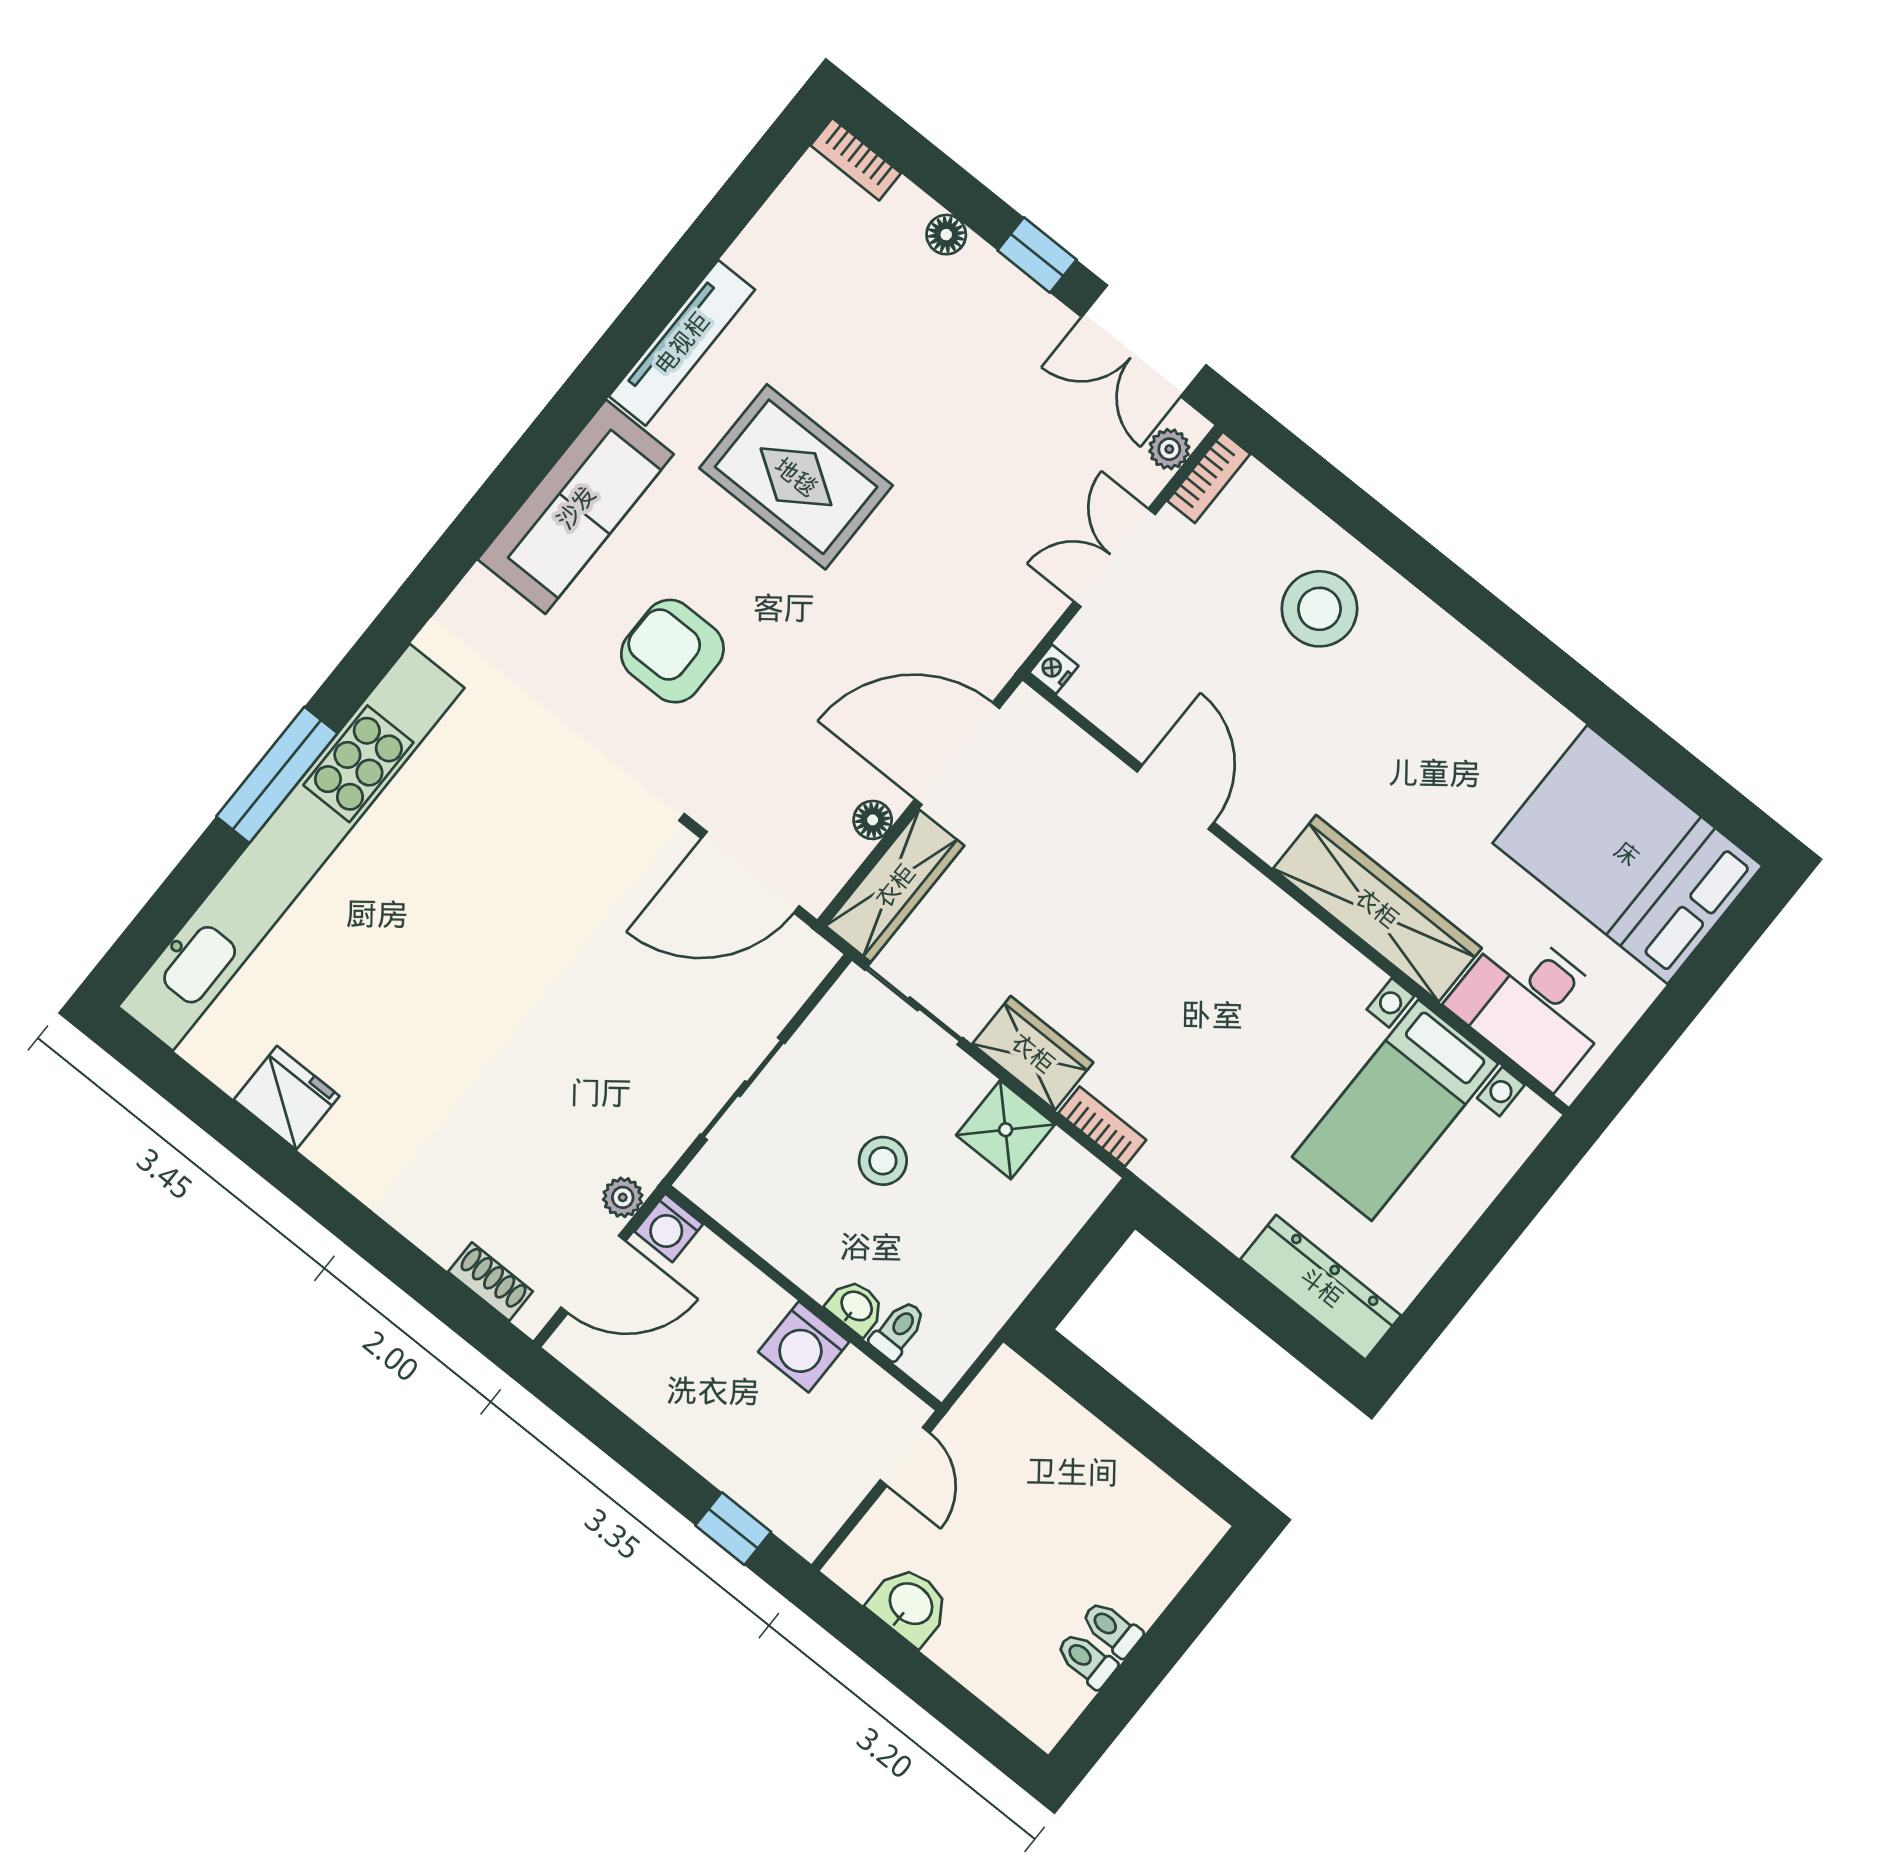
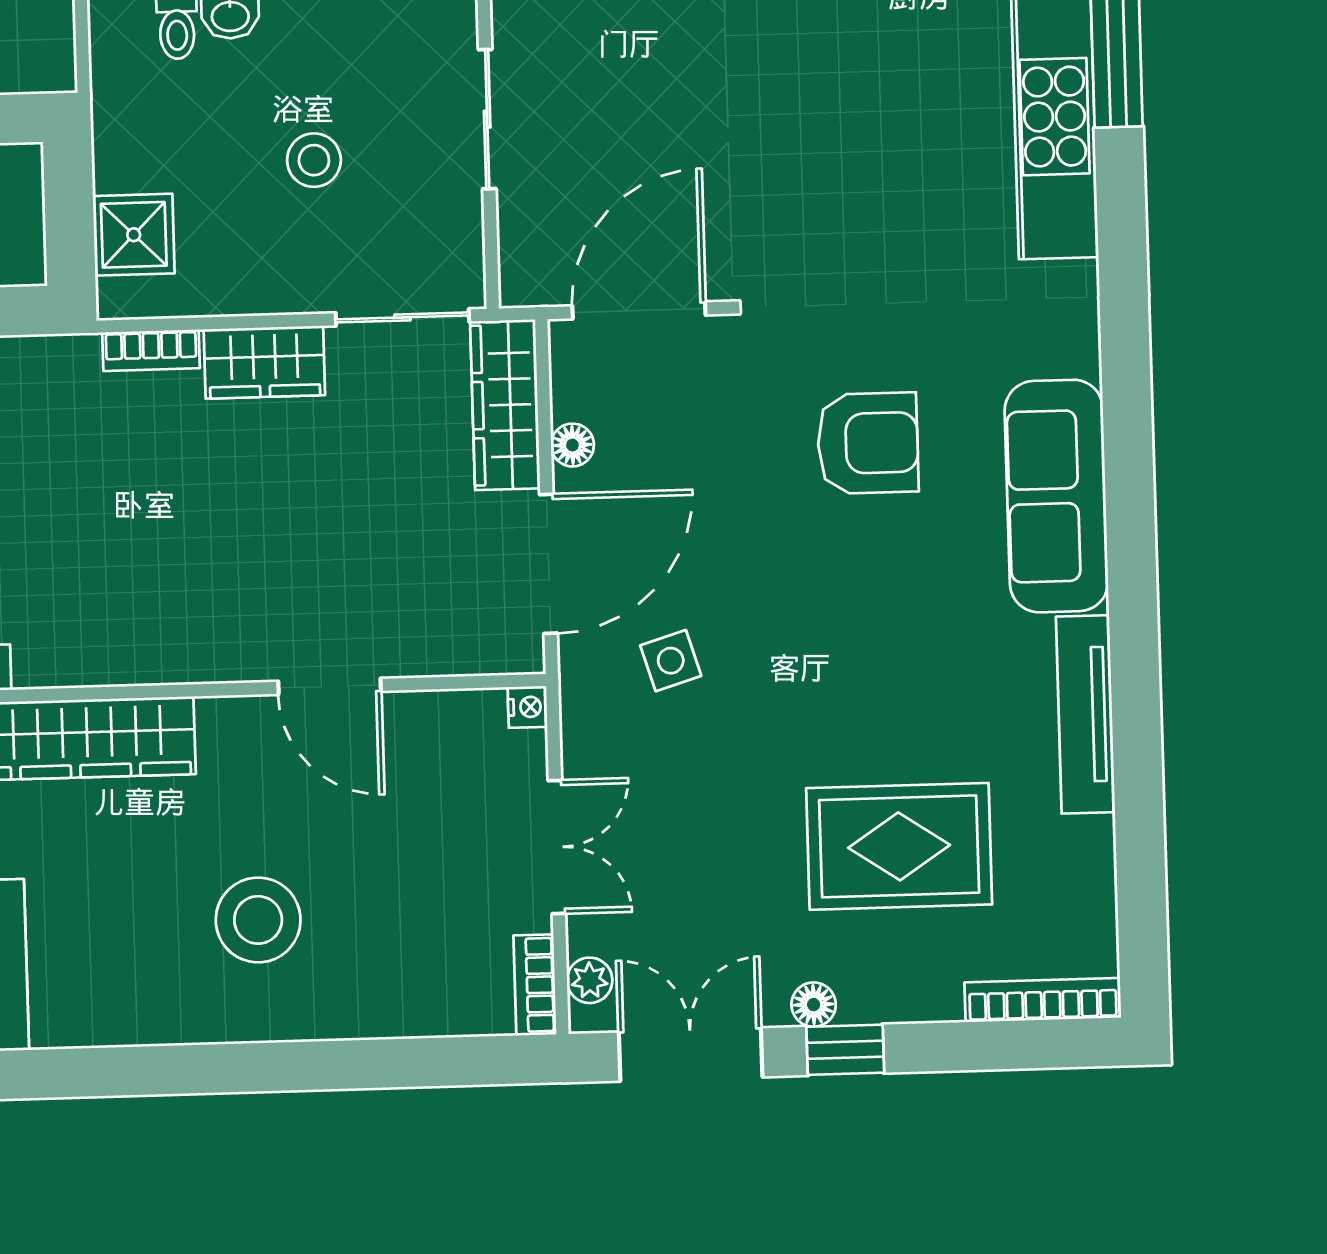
bookcase: (856, 159) -> (1043, 1000), width x1.56
floor lamp: (946, 235) -> (814, 1005), moved
rug: (796, 477) -> (899, 846), moved
stool: (1319, 609) -> (258, 920), moved
side table: (931, 618) -> (671, 661), added
shower: (1006, 1130) -> (134, 235), moved

